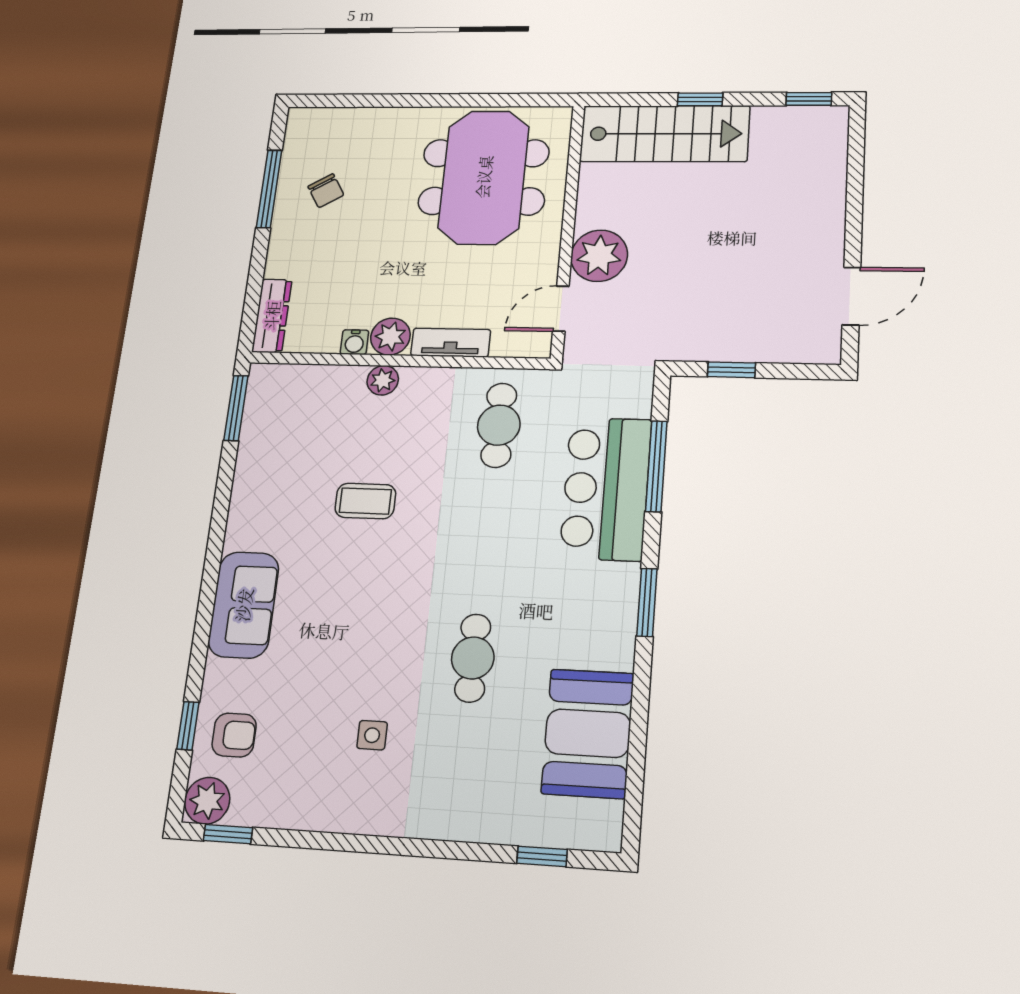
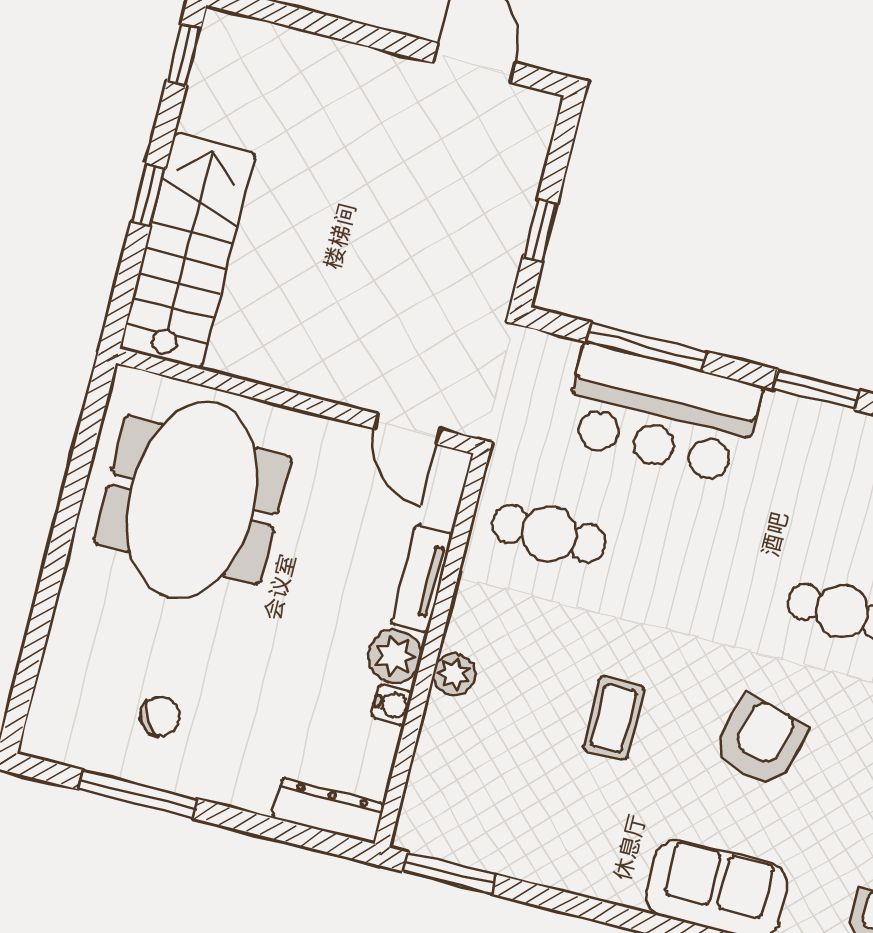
meeting table: (484, 177) -> (193, 500), turned 90
plant: (599, 256) -> (344, 367), removed
armchair: (362, 615) -> (760, 742), added

